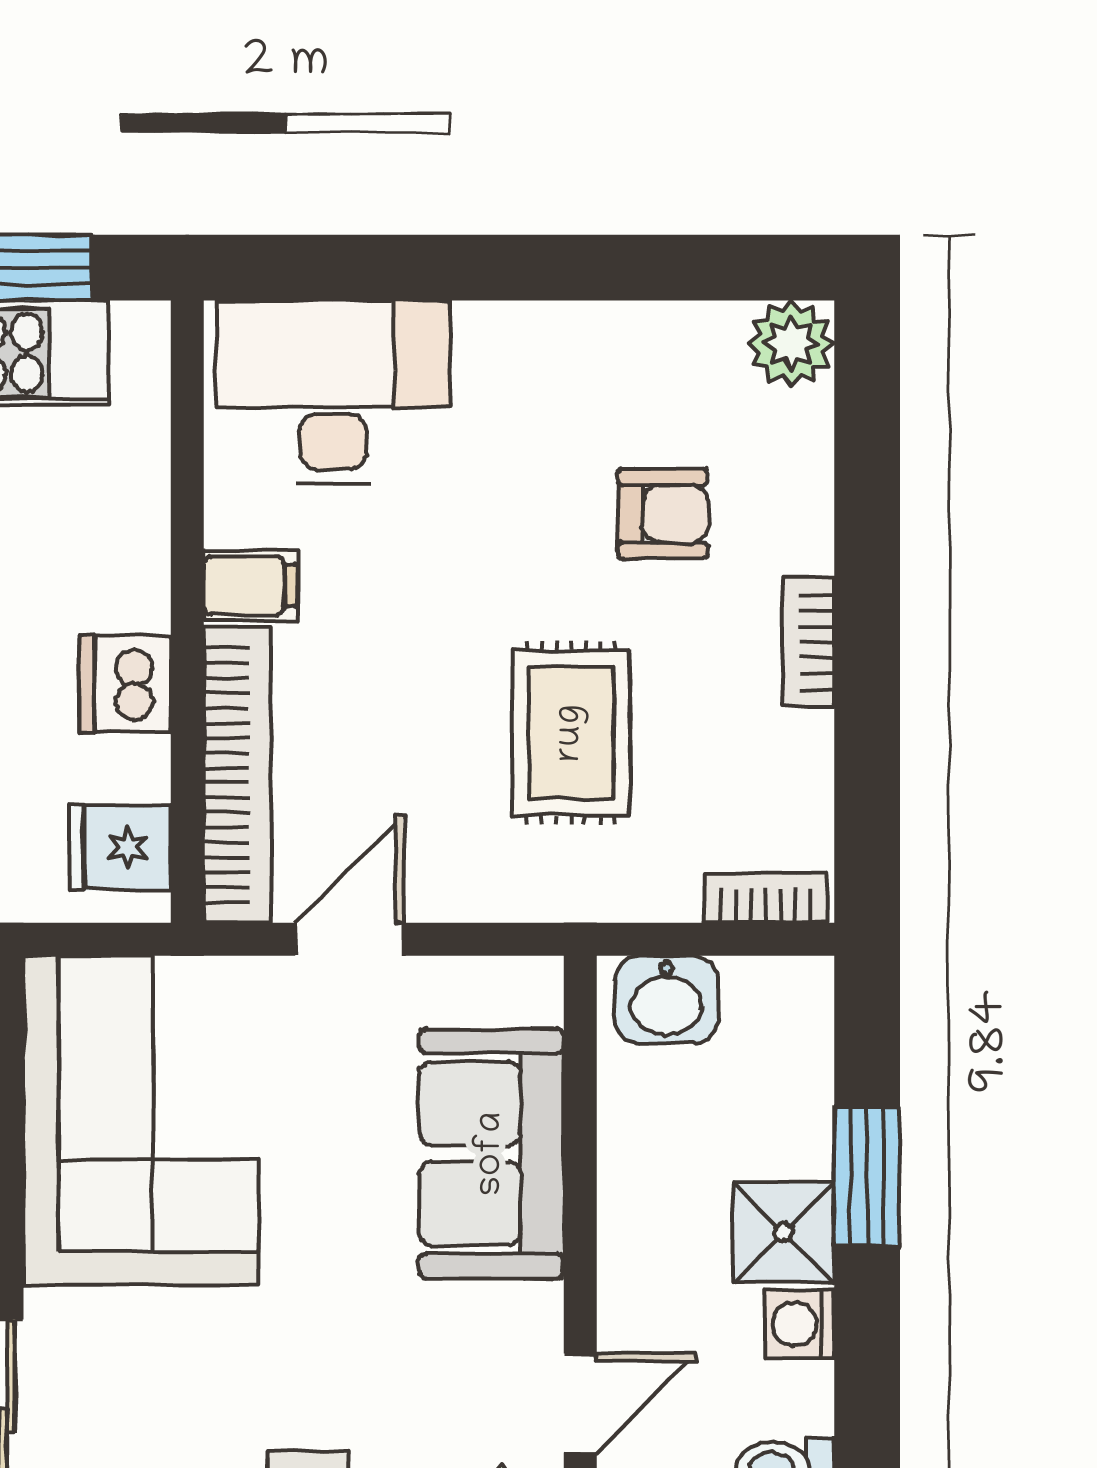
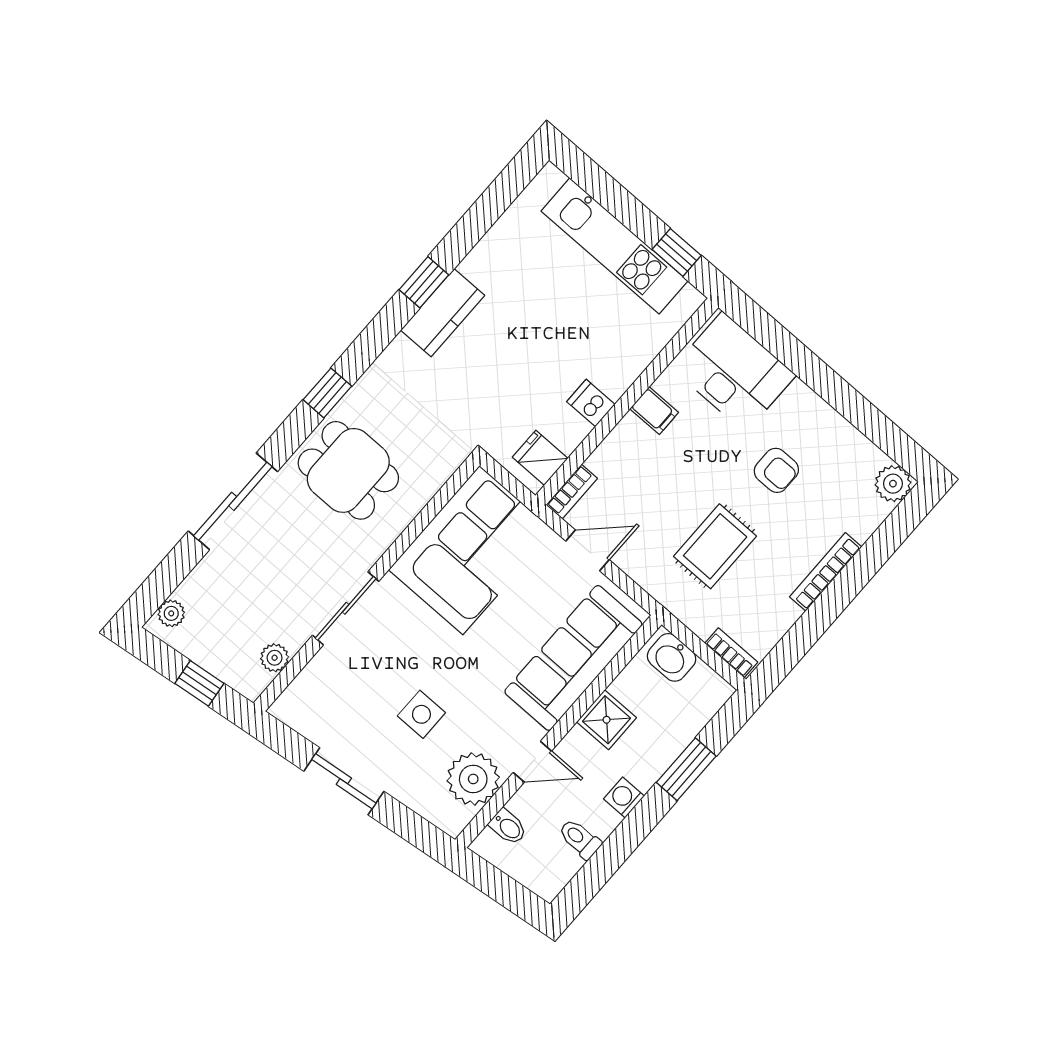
armchair: (663, 514) -> (776, 470), moved
bookcase: (808, 642) -> (826, 572), width x1.56
dishwasher: (125, 684) -> (591, 403), width x0.73
bookcase: (237, 775) -> (572, 492), width x0.43, depth x0.76
sofa: (492, 1154) -> (573, 658), width x1.36
shower: (784, 1232) -> (607, 720), moved

